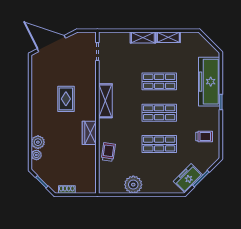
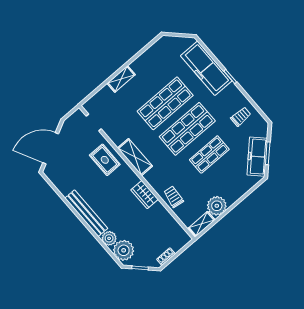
shelving: (168, 37) -> (202, 224), moved
shop shelf: (159, 81) -> (165, 103), width x1.43, depth x1.36
rug: (66, 99) -> (105, 160), moved
bench: (37, 111) -> (86, 213), added
shop shelf: (159, 113) -> (187, 129), width x1.43, depth x1.36
plant: (36, 155) -> (124, 250), width x1.87, depth x1.87
freezer: (188, 178) -> (257, 157), width x1.40

